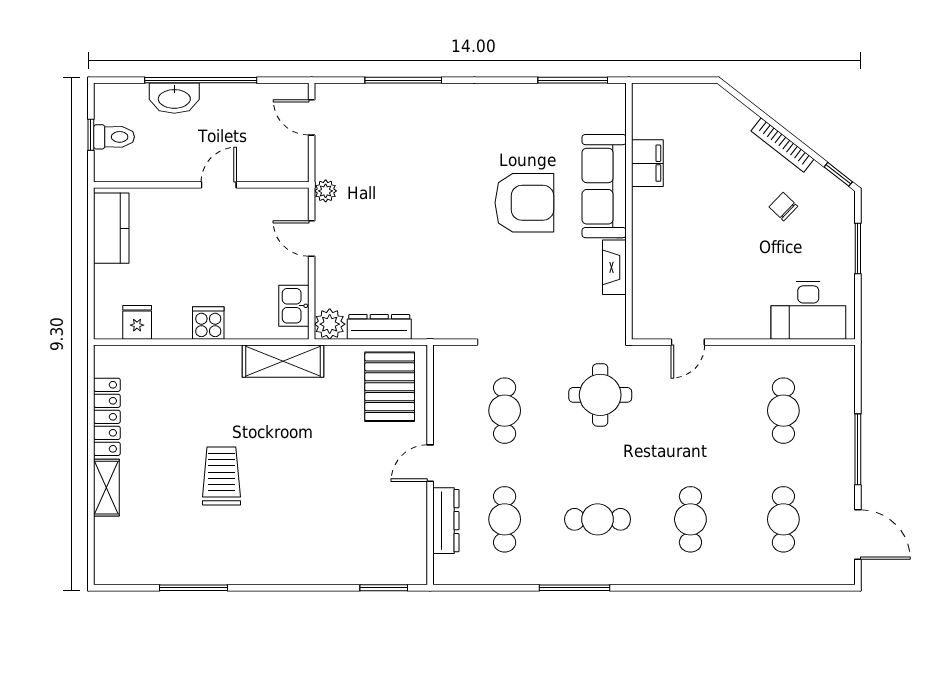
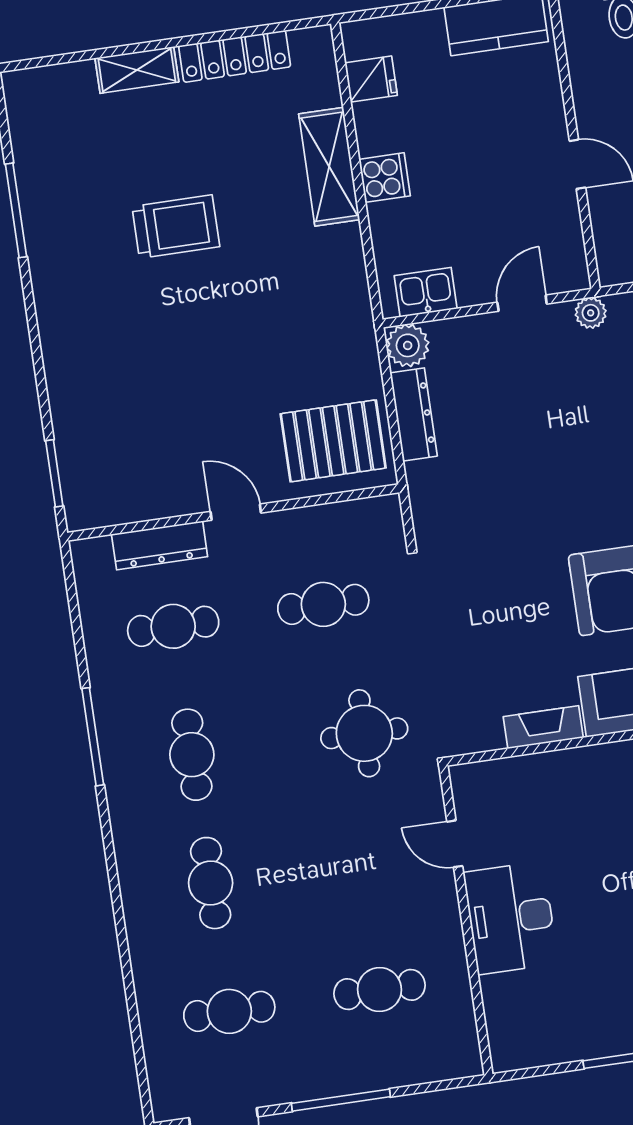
desk: (808, 310) -> (511, 918), moved
shelving: (283, 361) -> (329, 167), moved
cafe table: (690, 519) -> (211, 883), turned 90

